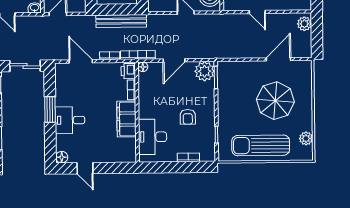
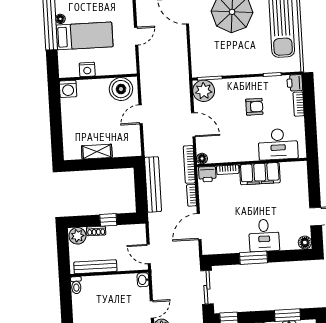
printer: (208, 155) -> (295, 83), added

